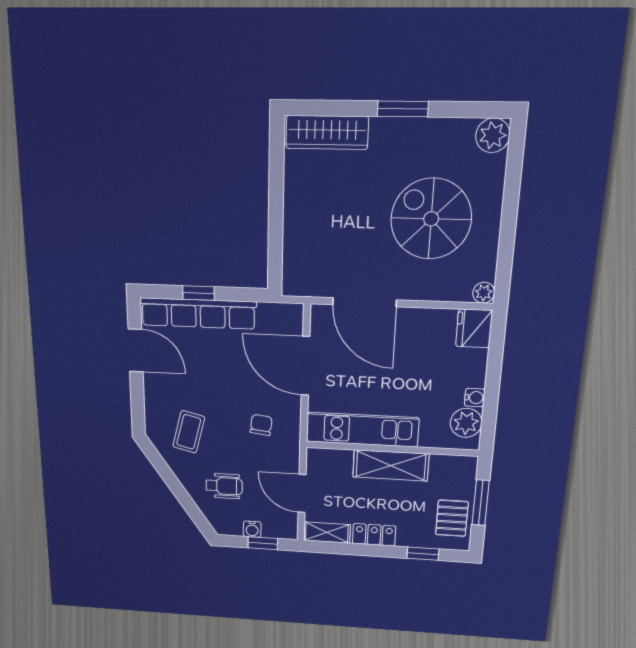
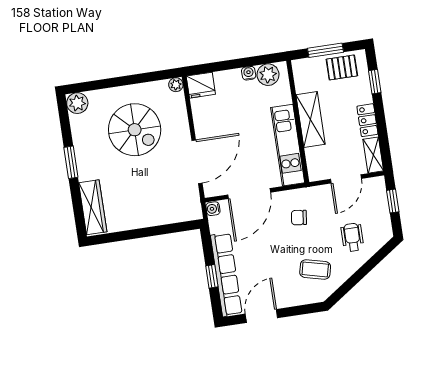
spiral stairs: (431, 219) -> (135, 130), turned -90
water cooler: (252, 529) -> (213, 209), moved, turned 180

